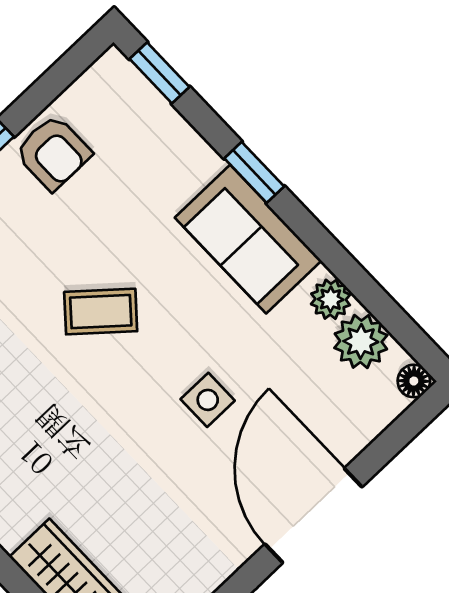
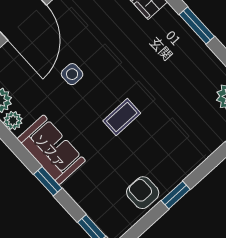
coffee table: (101, 312) -> (122, 117), turned -41

